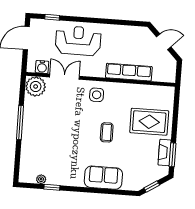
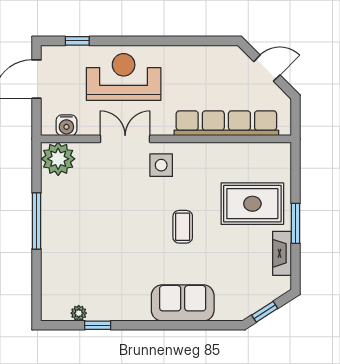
row of seats: (129, 72) -> (226, 123), width x1.36
double door: (64, 77) -> (125, 139), moved
window: (173, 155) -> (296, 223), moved

